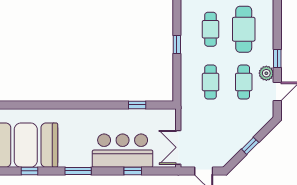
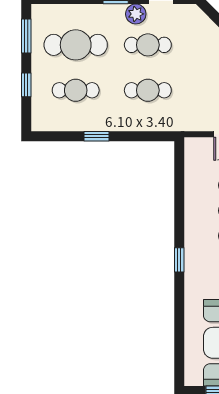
window: (137, 105) -> (179, 260), moved

